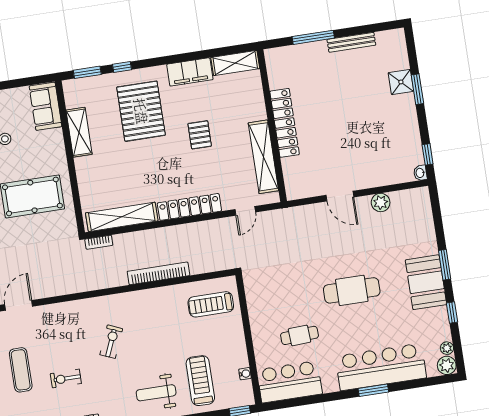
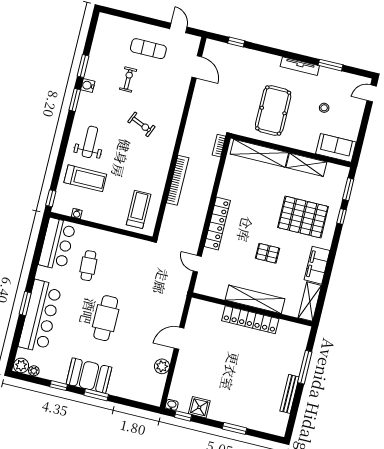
shower: (401, 82) -> (199, 407), moved
shelving: (263, 157) -> (255, 299), moved
shelving: (122, 217) -> (259, 153), moved, turned 90

